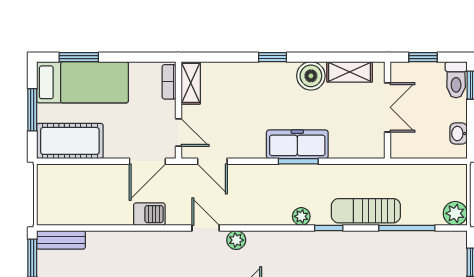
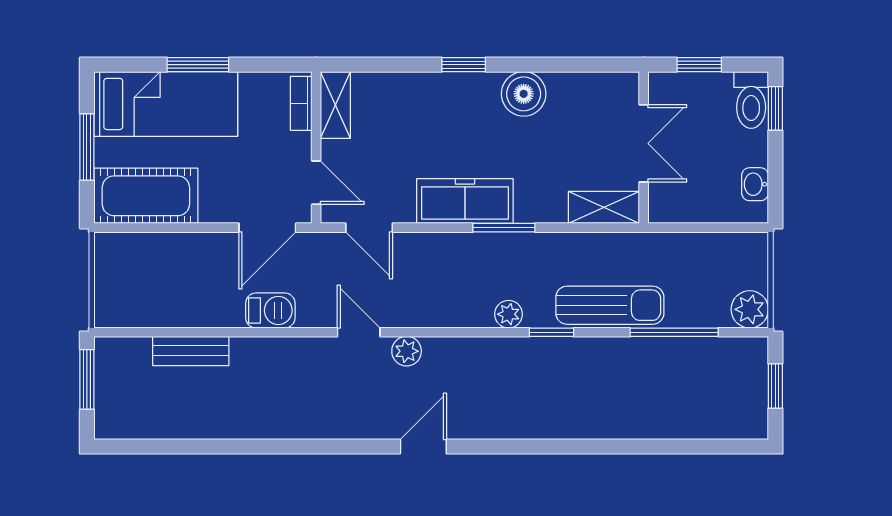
window: (79, 57) -> (198, 65), moved
shelving: (350, 72) -> (604, 207), moved
freezer: (297, 144) -> (465, 201), moved
sun lounger: (366, 211) -> (610, 305), turned 180
bench: (61, 240) -> (191, 351), moved

